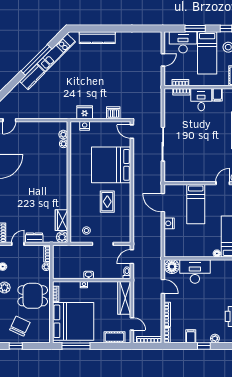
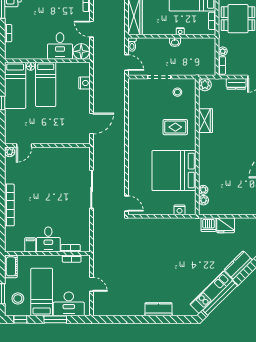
kitchen counter: (97, 38) -> (159, 309), width x0.67
window: (36, 60) -> (220, 298), moved
door: (163, 60) -> (92, 284), swing flipped
fridge: (85, 112) -> (226, 225), moved
dishwasher: (113, 113) -> (208, 225), moved
bed: (111, 165) -> (174, 171), moved, turned 180
rug: (107, 202) -> (175, 127), moved, turned 90
door: (163, 203) -> (92, 123), hinge flipped
bed: (196, 204) -> (46, 84), moved, turned 180
wardrobe: (61, 220) -> (206, 121), moved
nightstand: (169, 223) -> (85, 83), moved
door: (132, 257) -> (126, 63), hinge flipped
desk: (195, 272) -> (60, 46), width x0.73

